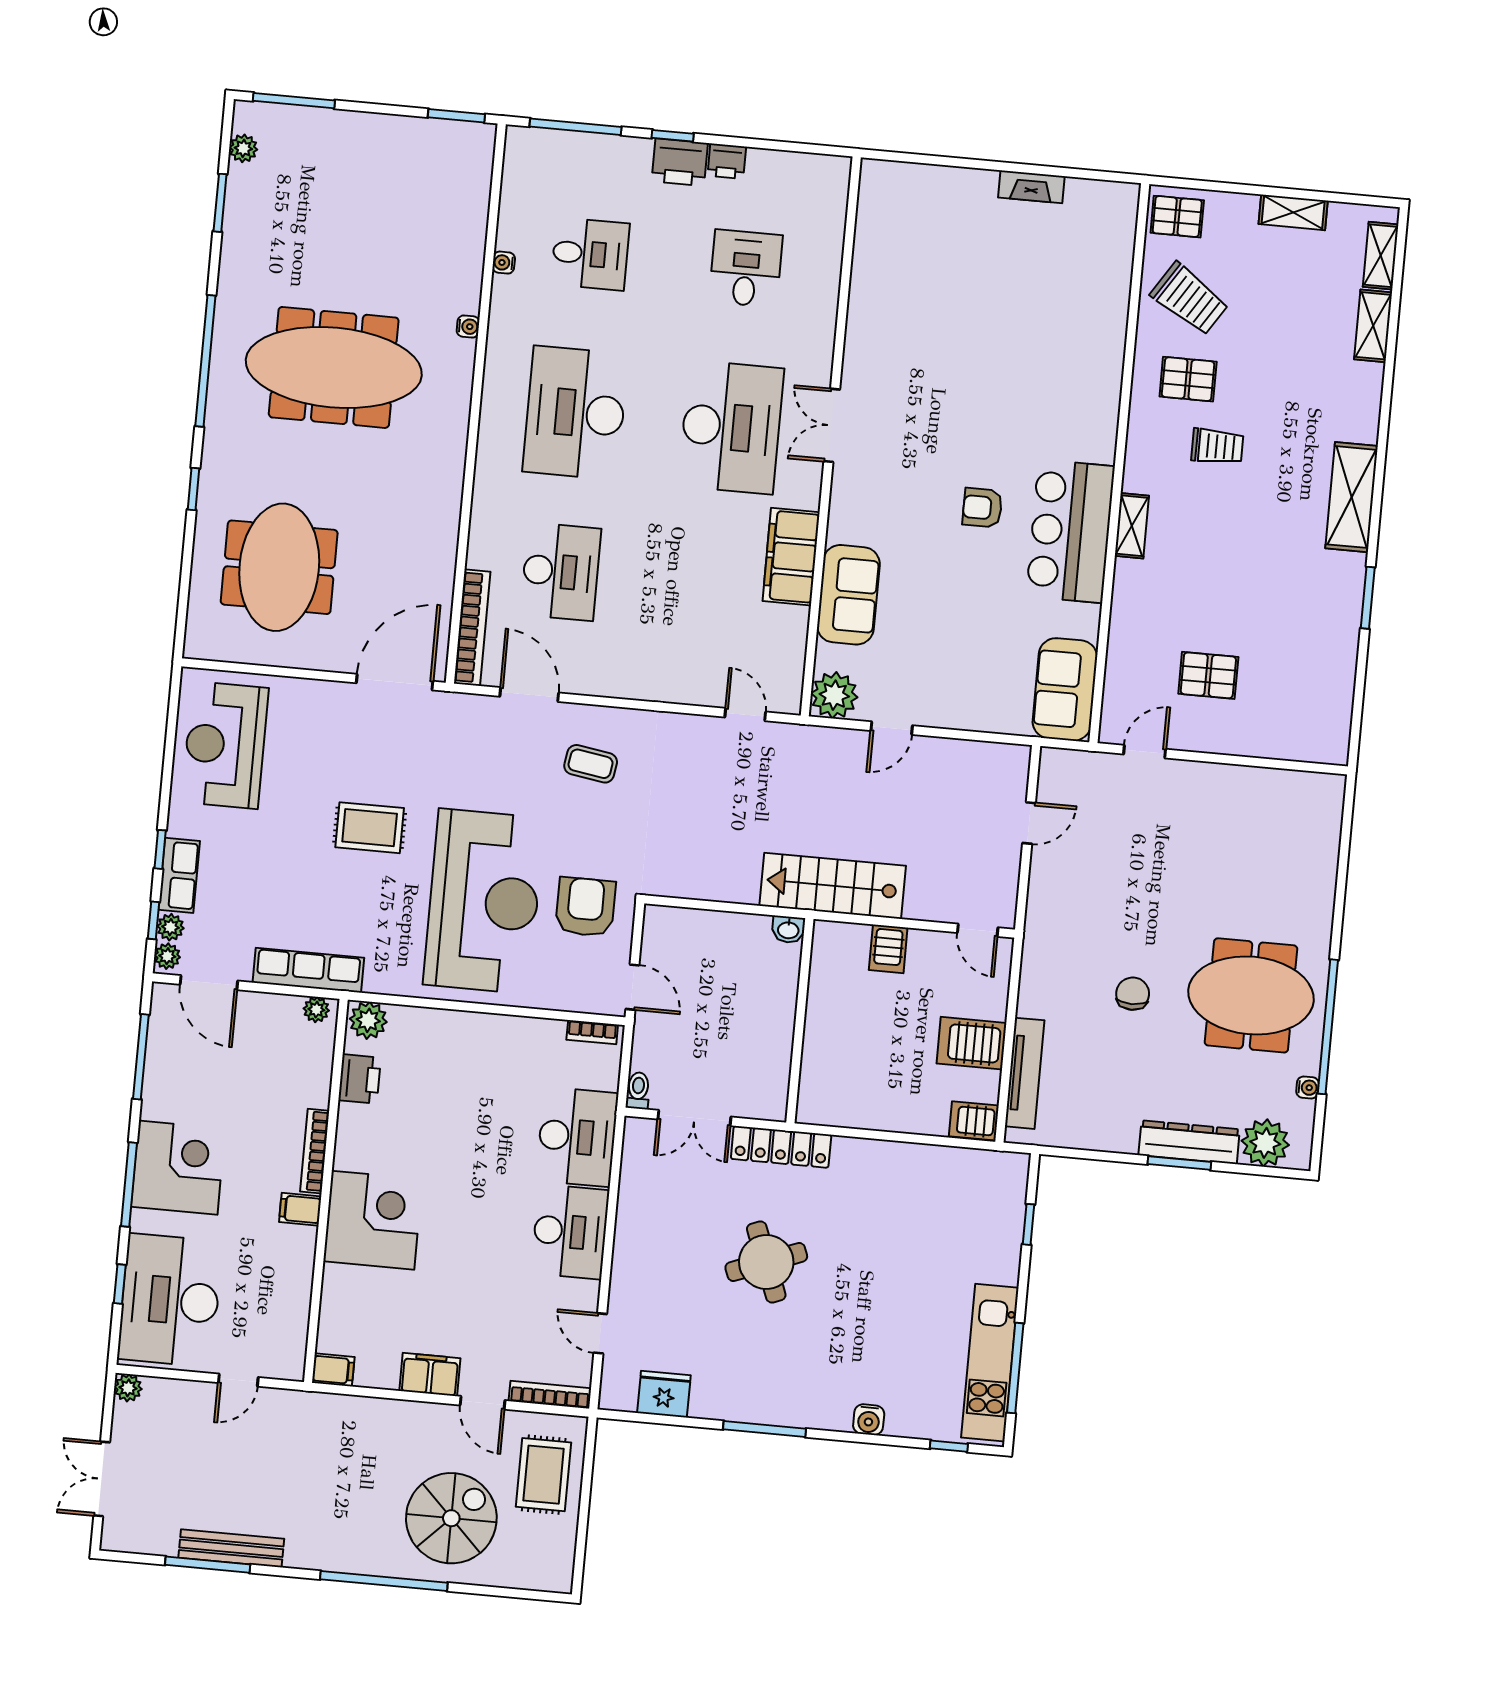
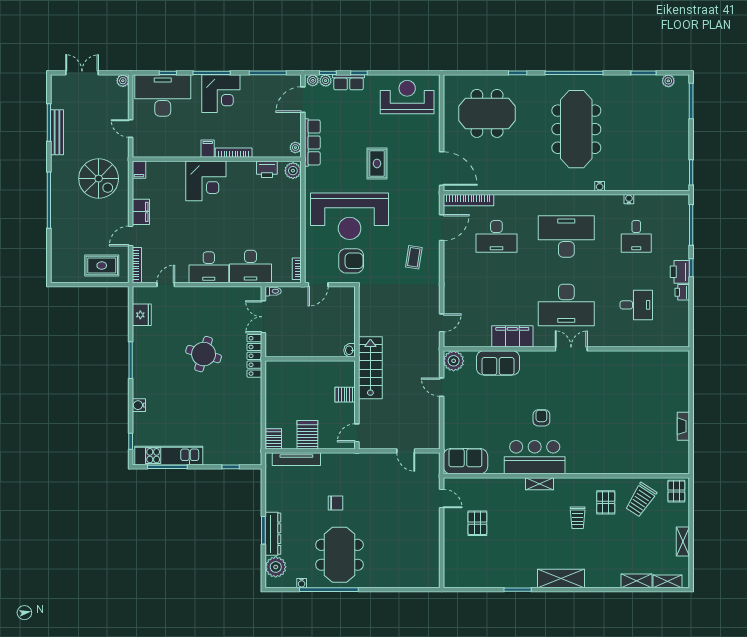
round table: (766, 1262) -> (204, 354), turned 38
spiral stairs: (451, 1518) -> (99, 179), moved

